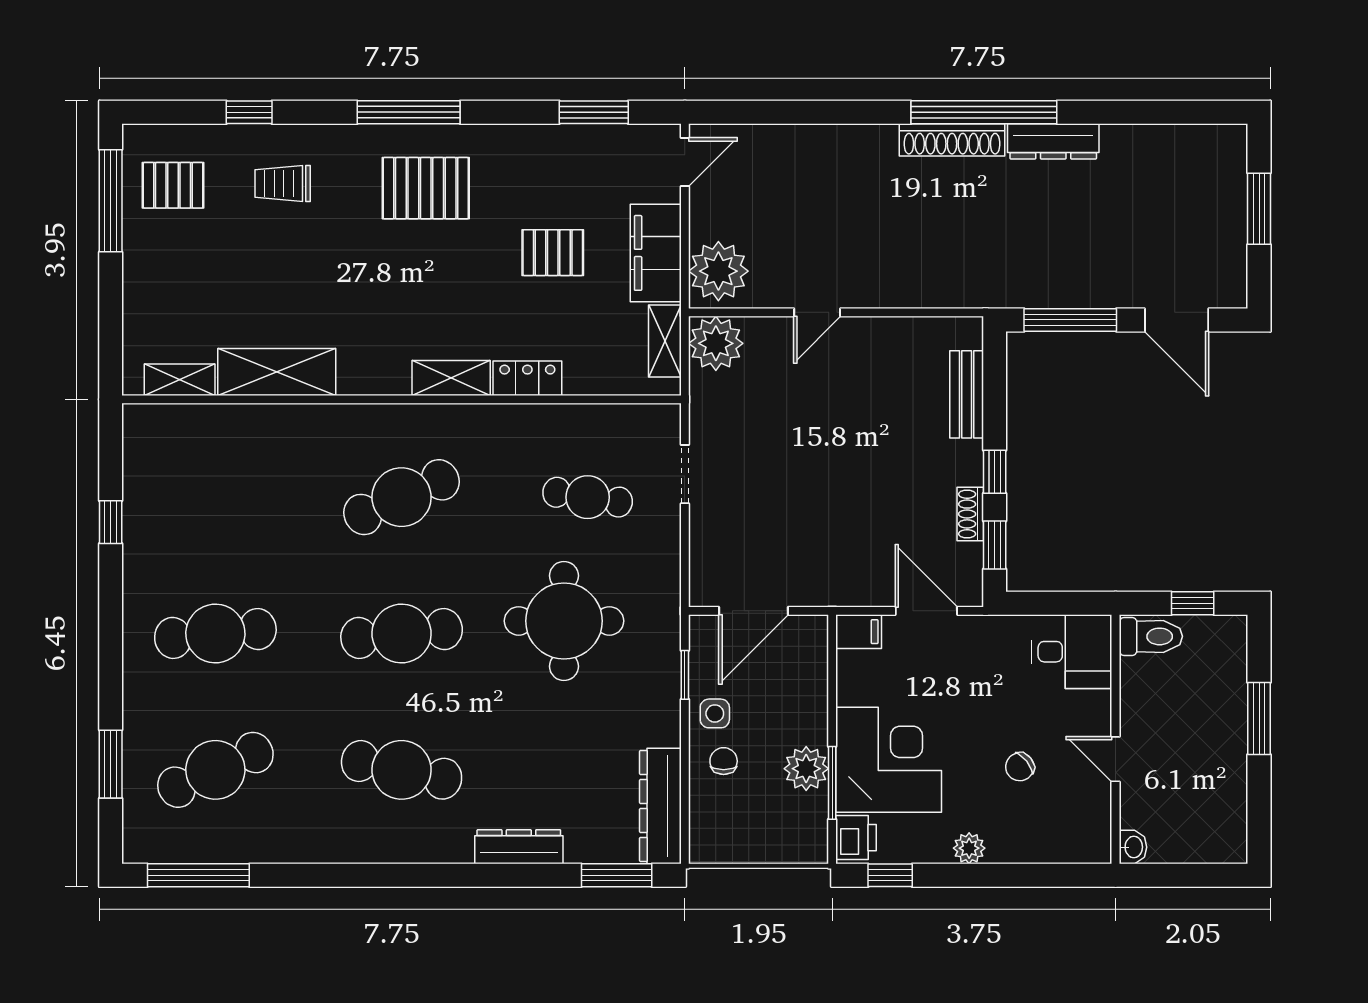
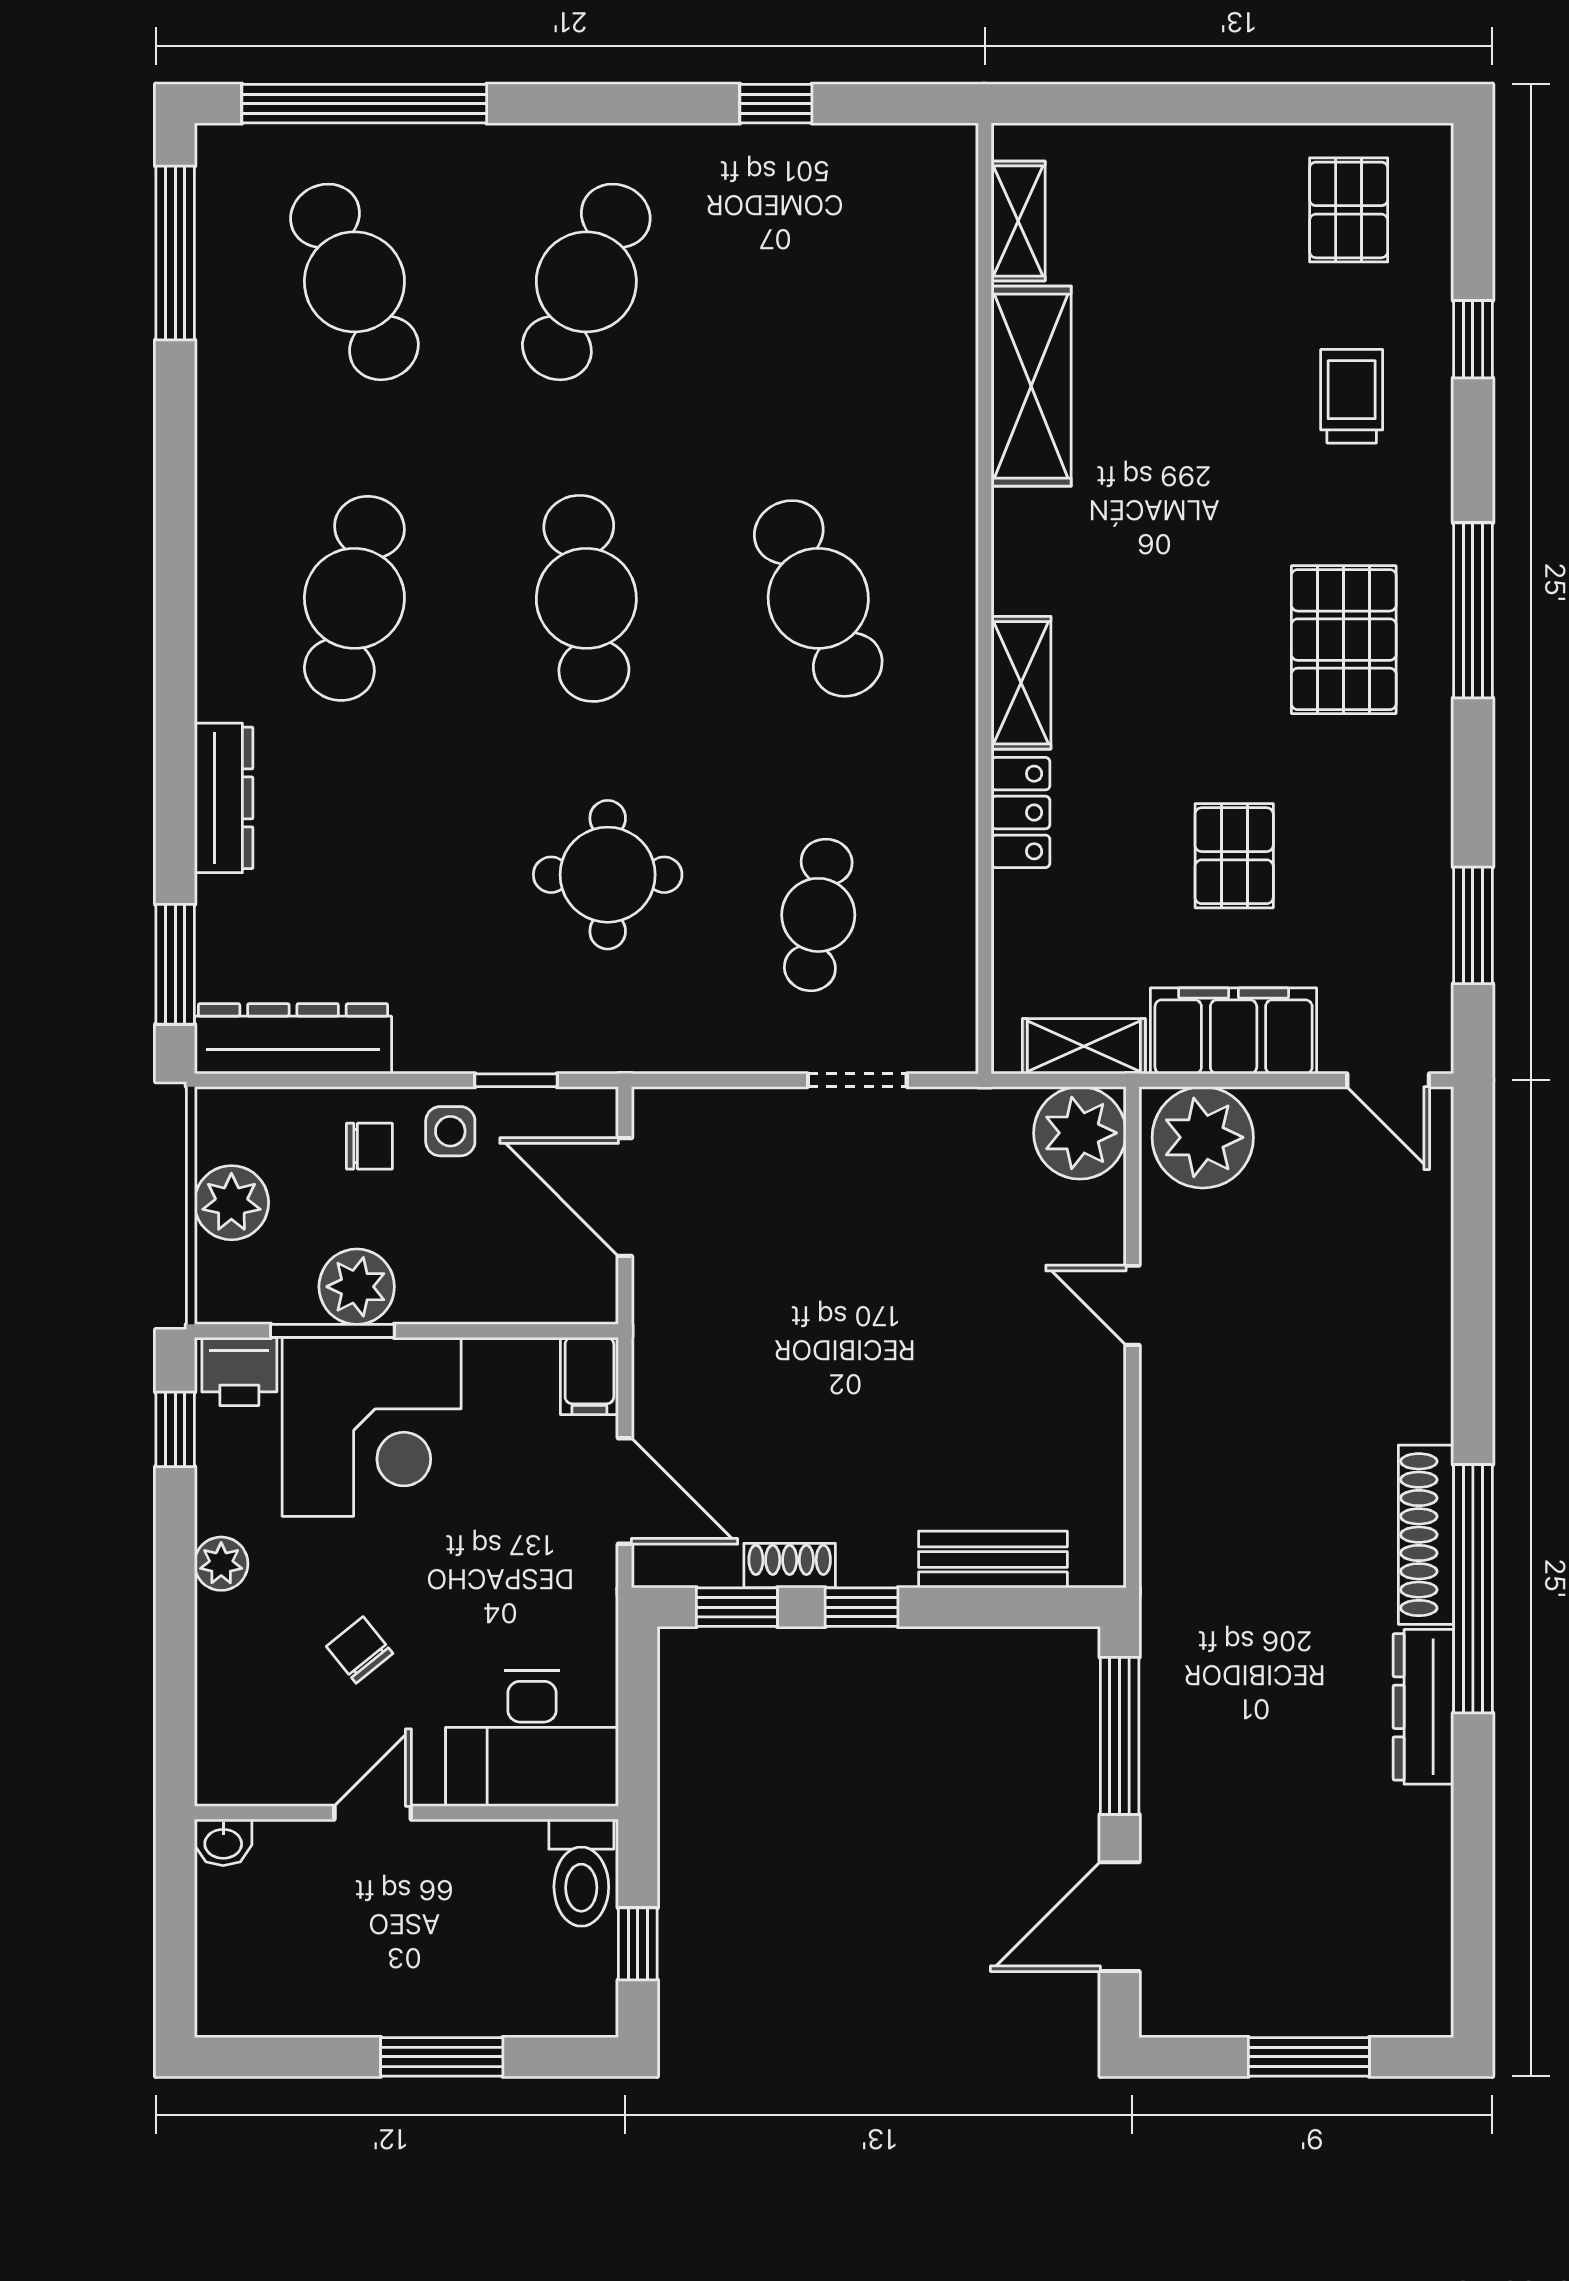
window: (111, 201) -> (1322, 104), removed
door: (926, 611) -> (625, 1491), hinge flipped
round table: (564, 621) -> (608, 875), width x0.73, depth x0.73
cafe table: (215, 634) -> (586, 282), turned 30
desk: (1072, 652) -> (532, 1738), width x1.37
window: (111, 764) -> (364, 104), width x2.11
plant: (757, 842) -> (231, 1203), added

